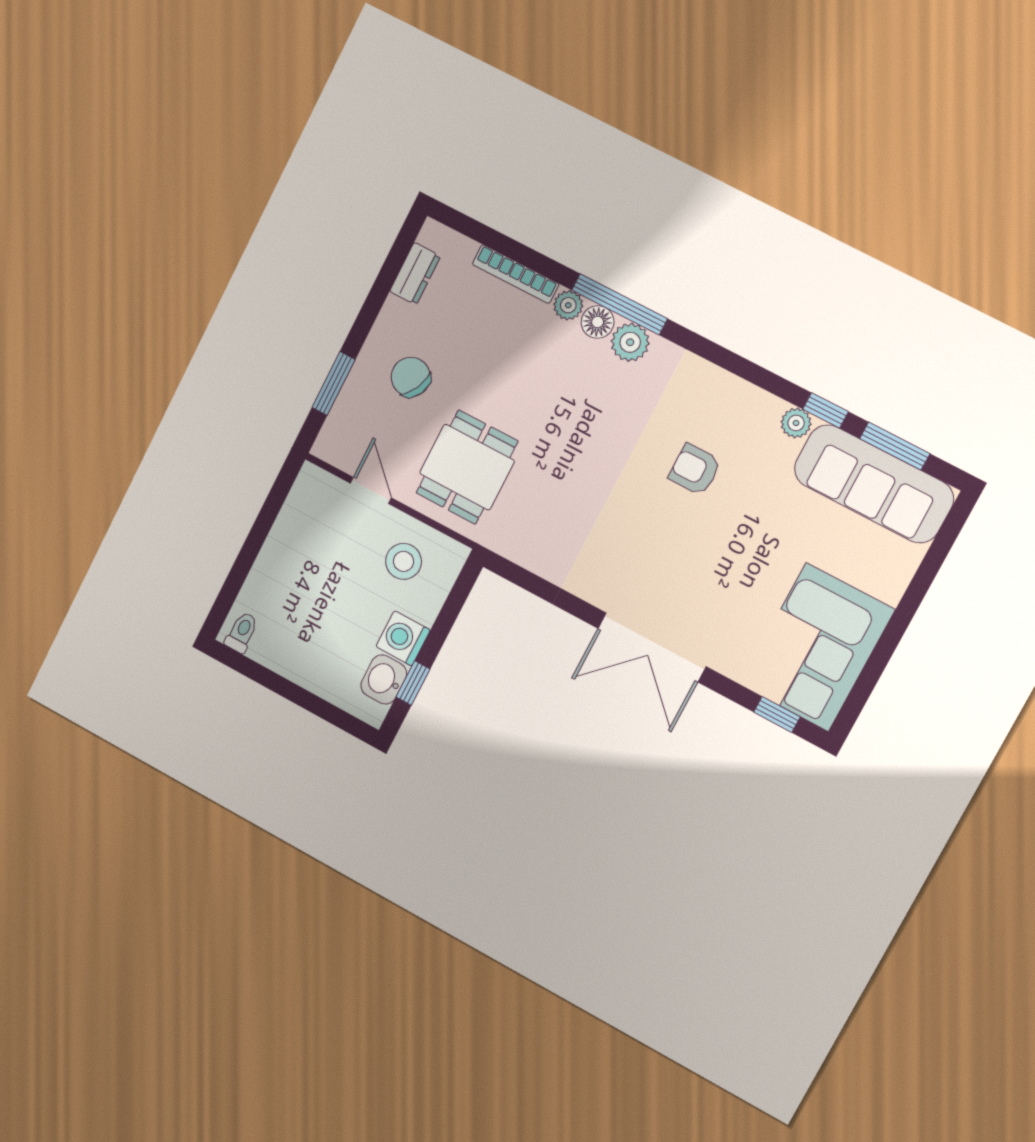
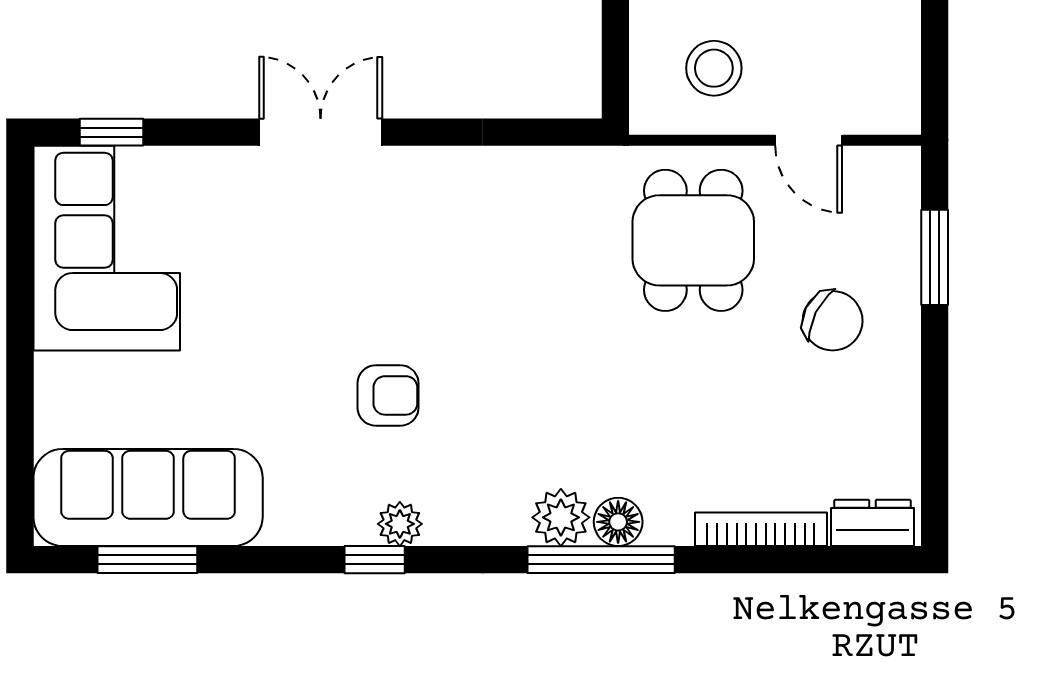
dresser: (415, 274) -> (872, 523), moved, turned 90
plant: (568, 305) -> (669, 524), removed
window: (826, 410) -> (375, 560), moved
plant: (796, 423) -> (400, 524), moved
double door: (652, 647) -> (321, 132), width x0.73

